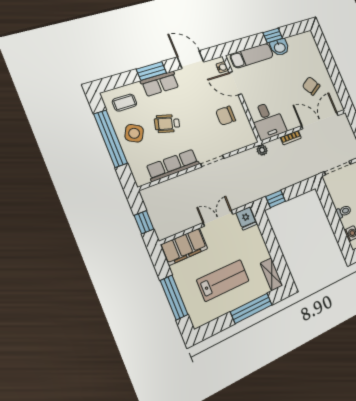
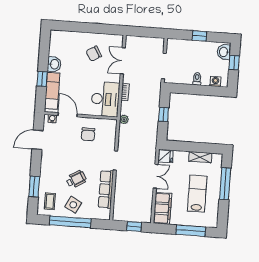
window: (273, 36) -> (42, 79), moved
window: (151, 71) -> (34, 187), moved
door: (235, 83) -> (68, 115), swing flipped
row of seats: (160, 84) -> (46, 171), removed
desk: (268, 121) -> (105, 99), width x1.37
double door: (320, 121) -> (123, 61), width x0.73
wheelchair: (167, 124) -> (76, 179), turned -136
window: (276, 199) -> (164, 115), moved
double door: (218, 218) -> (156, 176), swing flipped
shelving: (272, 274) -> (200, 157), moved

